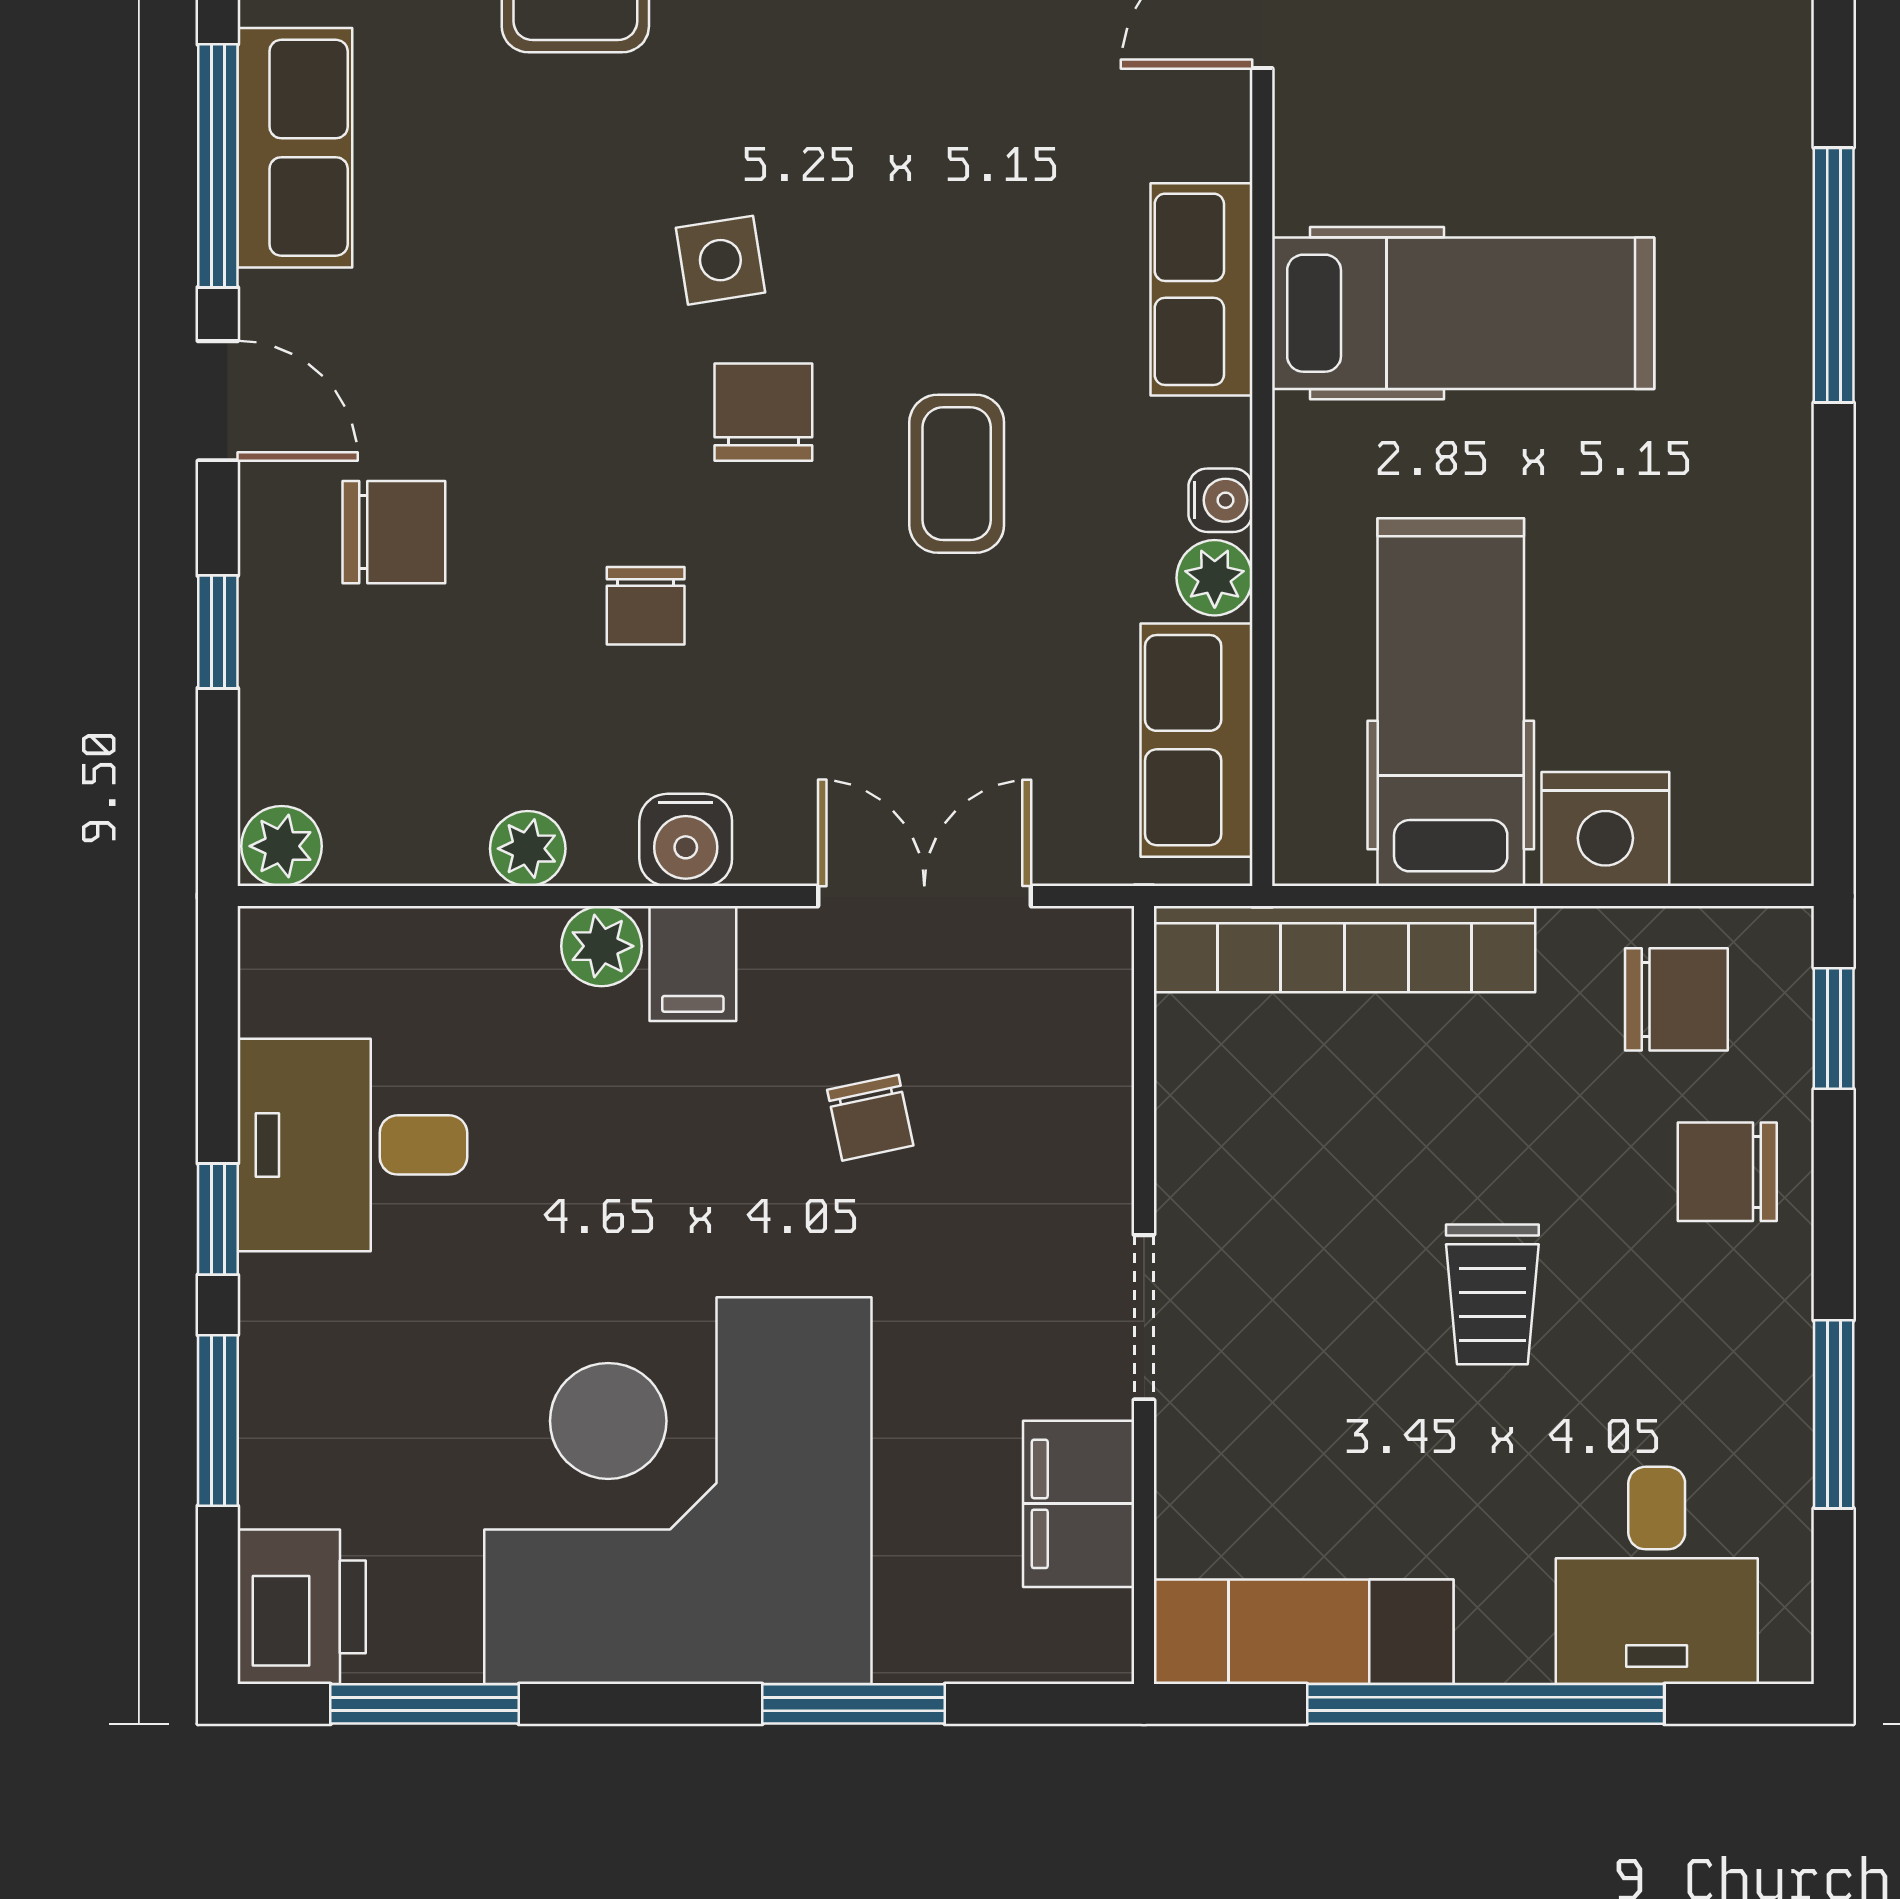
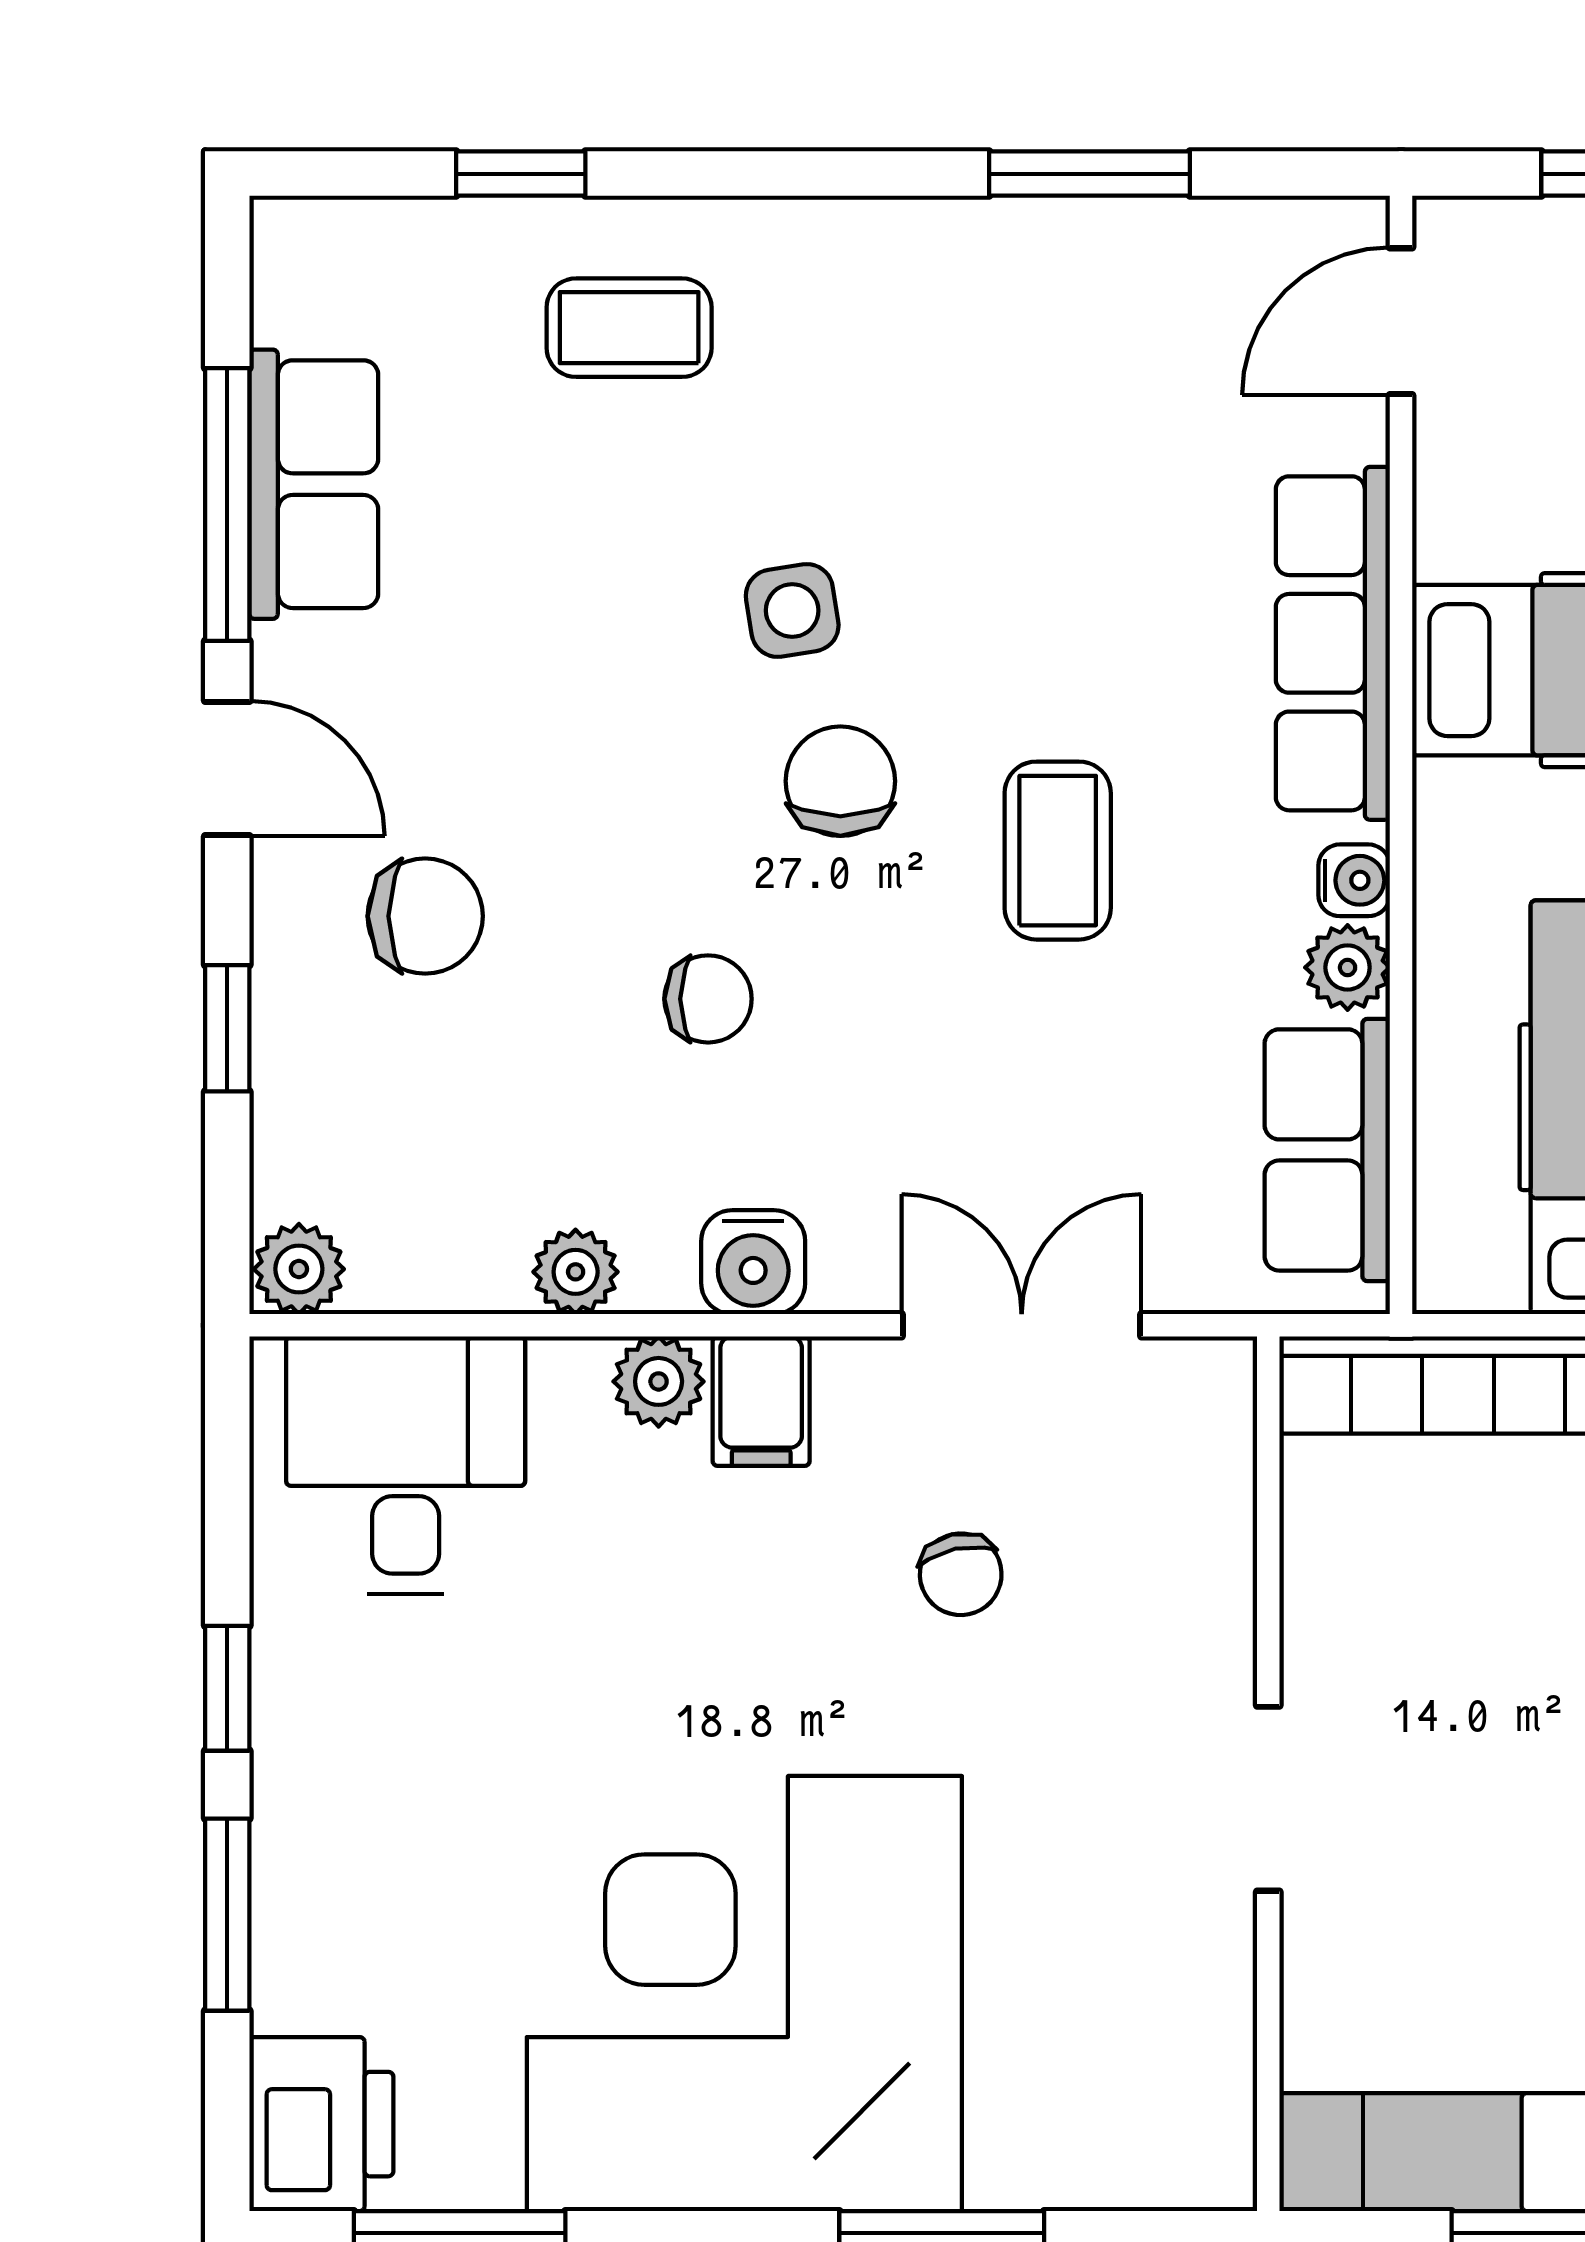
row of seats: (1202, 289) -> (1333, 643), width x1.48
chair: (646, 606) -> (708, 999), turned -90
desk: (352, 1145) -> (406, 1465), moved, turned 90
filing cabinet: (1079, 1504) -> (1195, 2008), removed

